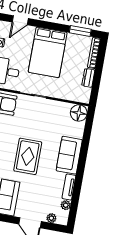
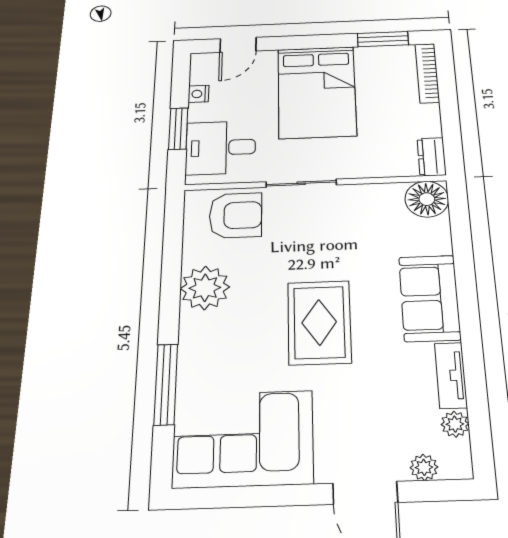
dresser: (88, 78) -> (432, 157), moved

